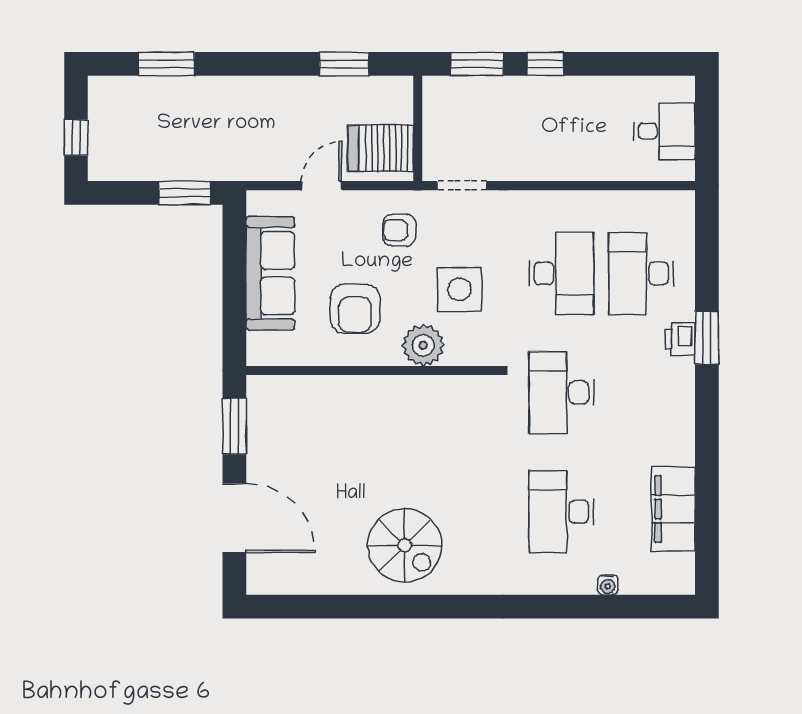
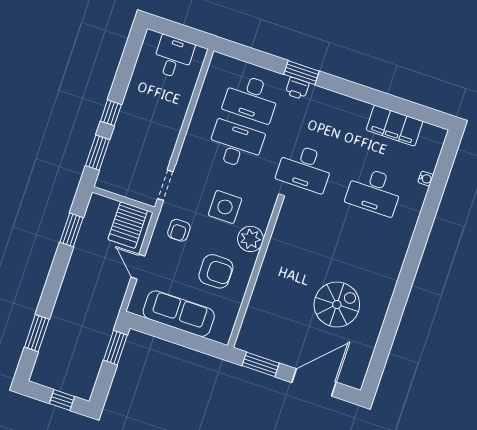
spiral stairs: (405, 545) -> (337, 304), moved

